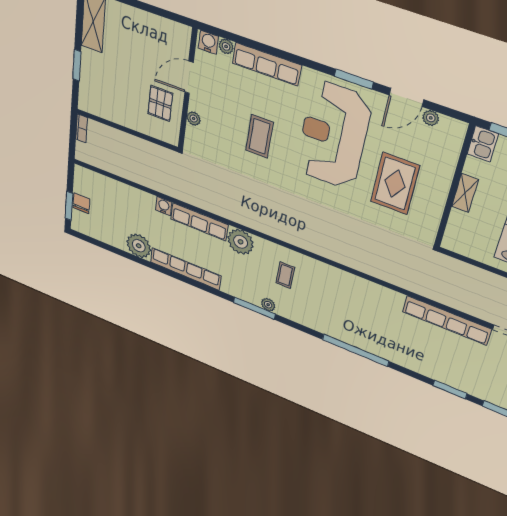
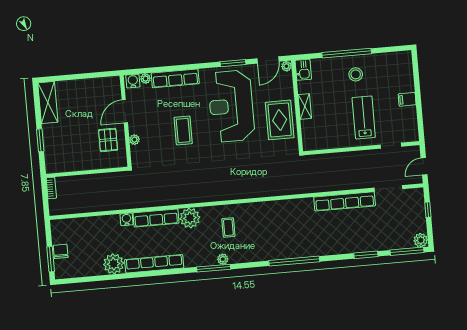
kitchen sink: (483, 144) -> (303, 70), moved
wall: (454, 187) -> (297, 106), moved
shelving: (465, 193) -> (305, 106), moved

